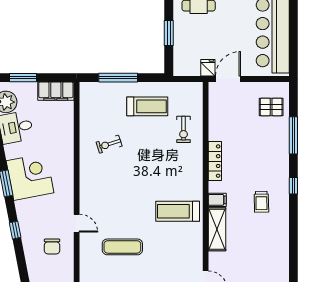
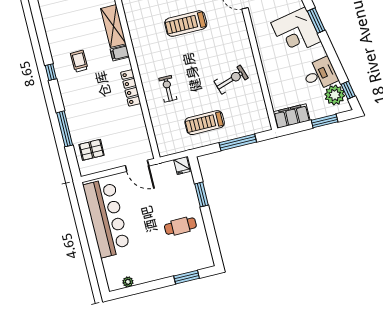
fridge: (208, 68) -> (182, 166), moved
door: (228, 79) -> (137, 166), hinge flipped
exercise bike: (184, 129) -> (168, 89), moved
exercise bike: (109, 144) -> (231, 80), width x1.38, depth x1.39
window: (293, 186) -> (51, 72), moved
treadmill: (178, 211) -> (186, 24), moved, turned 180

